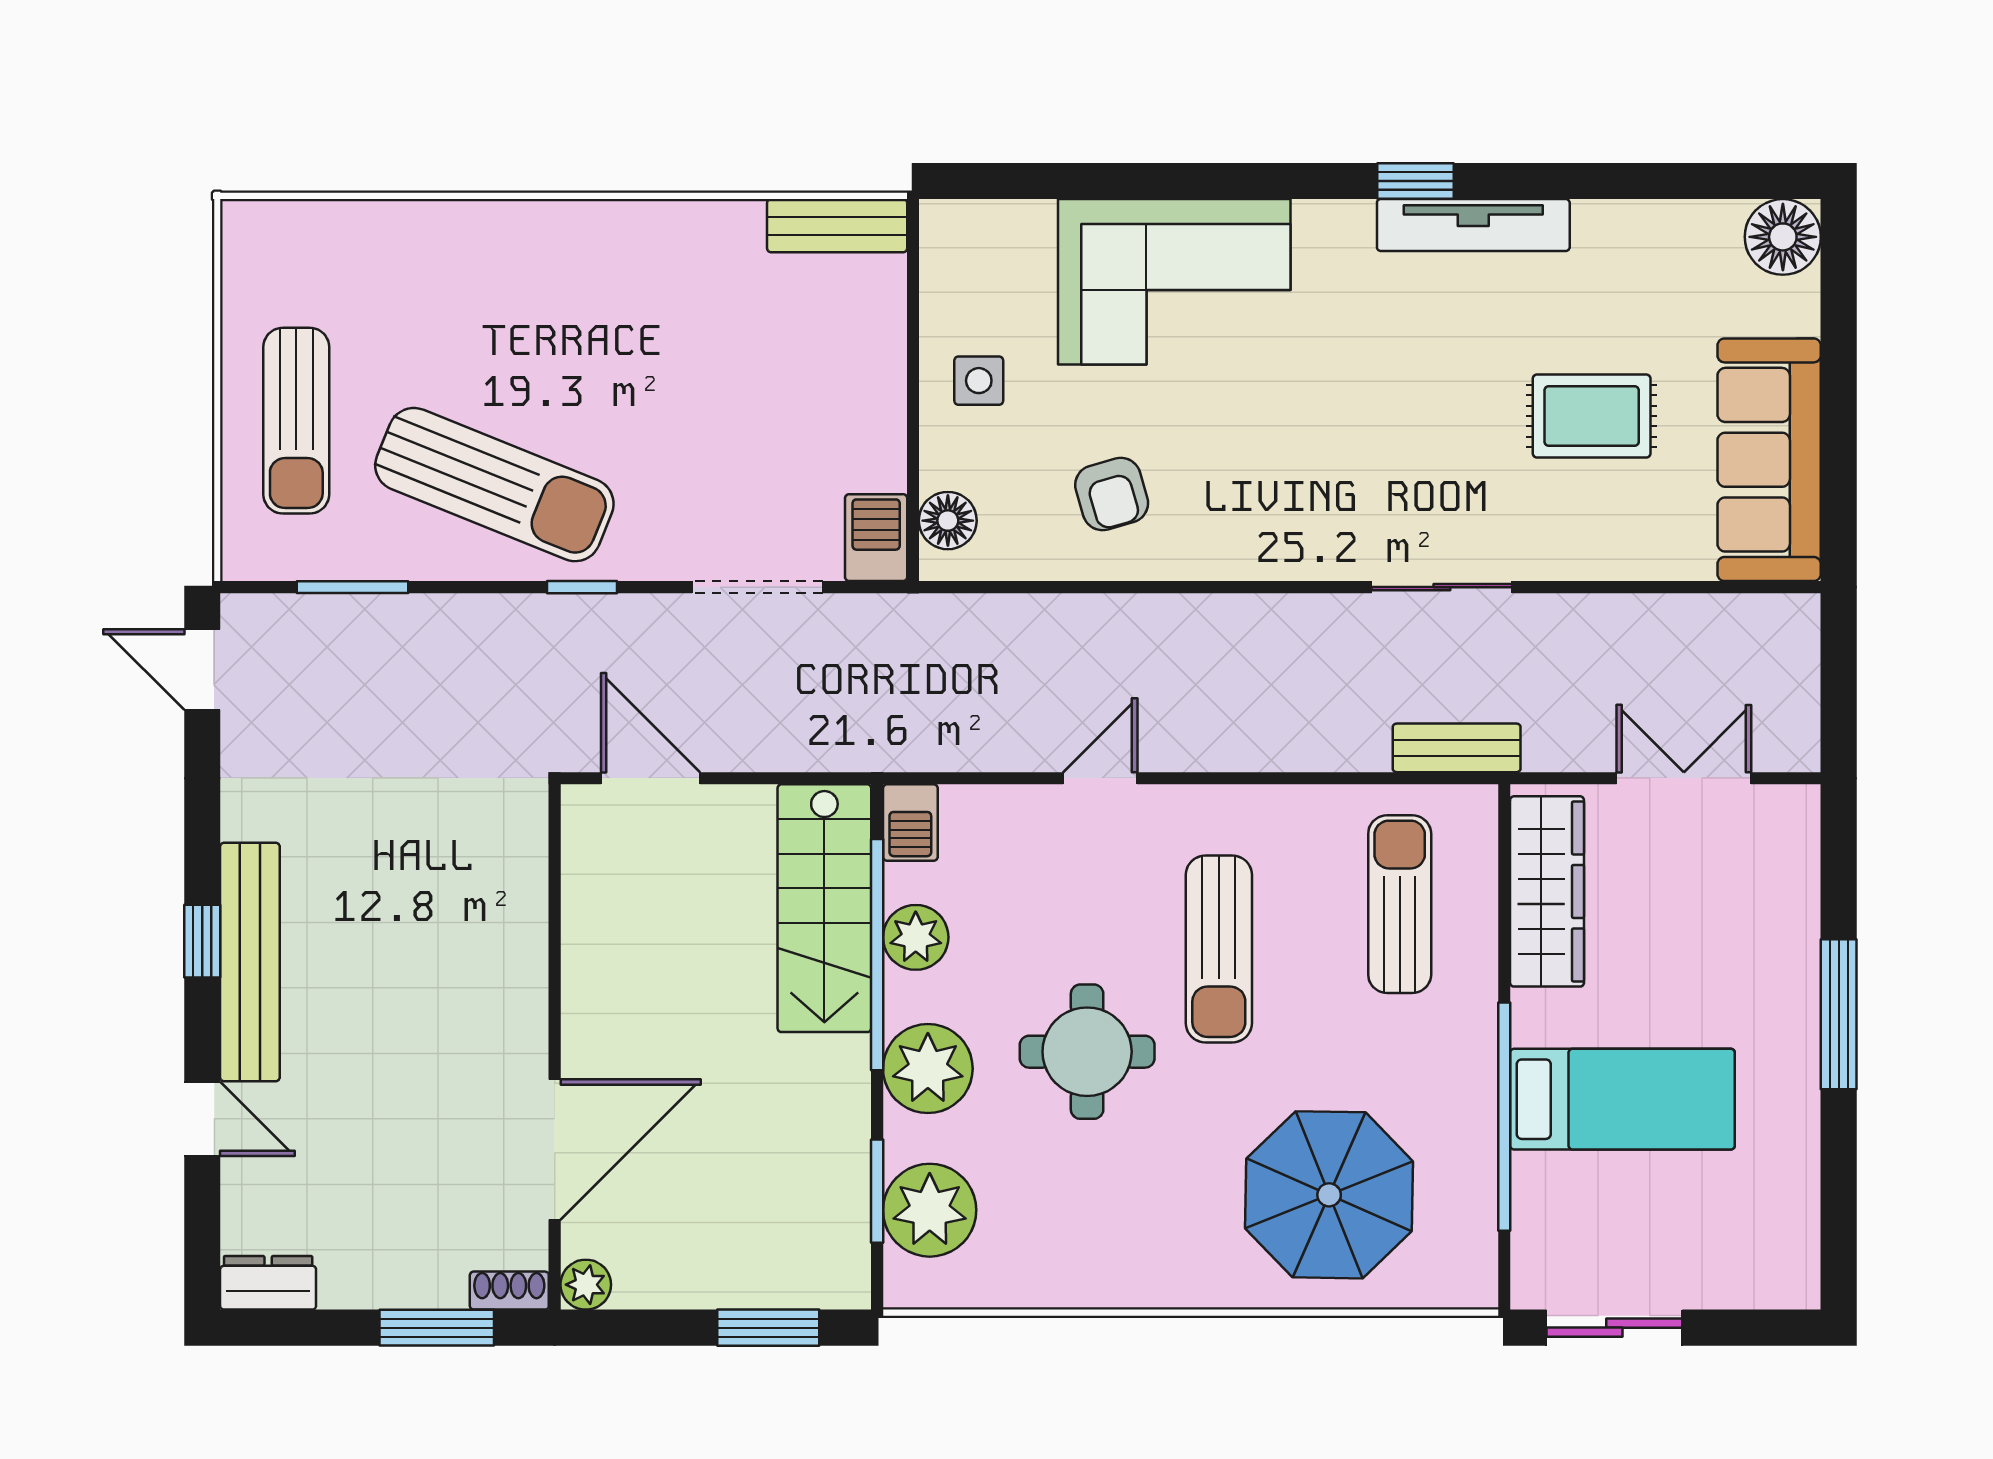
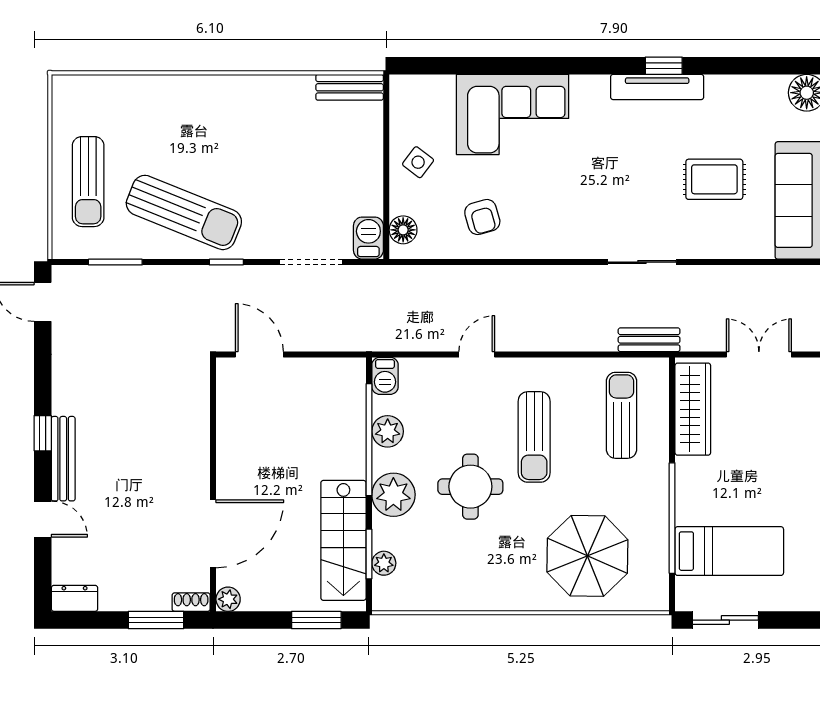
window: (1416, 181) -> (664, 66), moved
side table: (979, 381) -> (418, 162), turned 37
stairs: (824, 908) -> (343, 540), moved
bench: (250, 962) -> (63, 459), width x0.73, depth x0.82
bed: (1622, 1099) -> (729, 551), moved
plant: (930, 1210) -> (384, 563), width x0.53, depth x0.53

